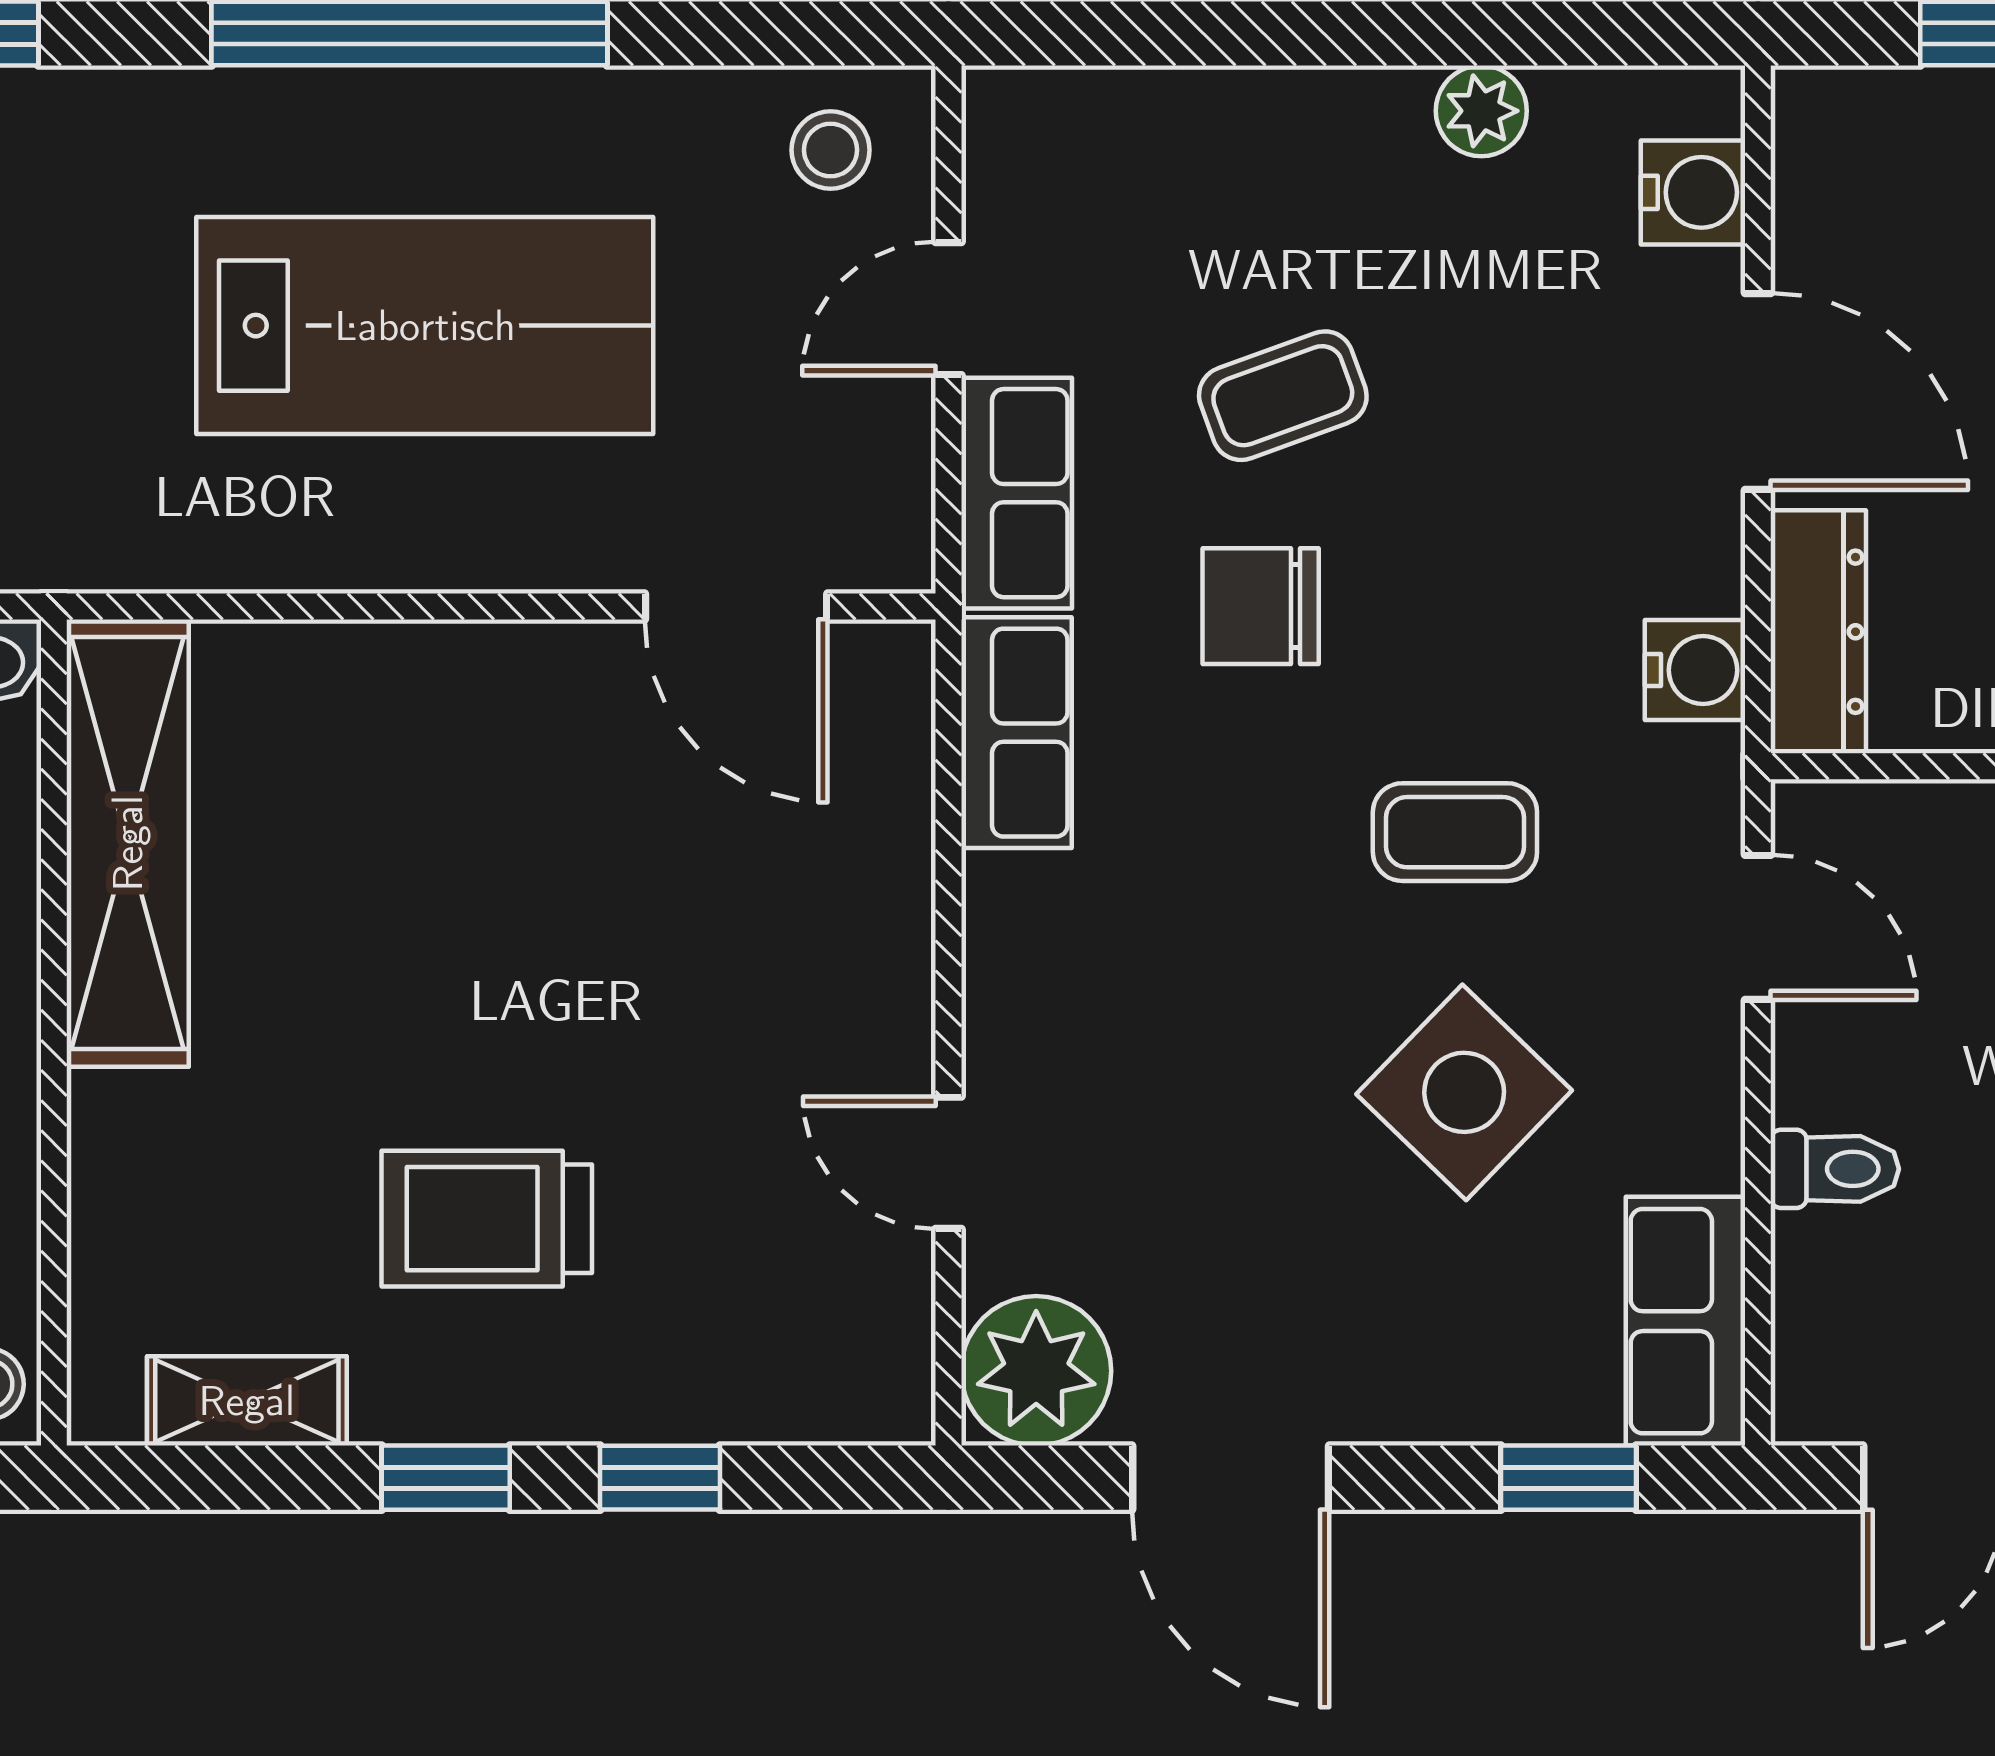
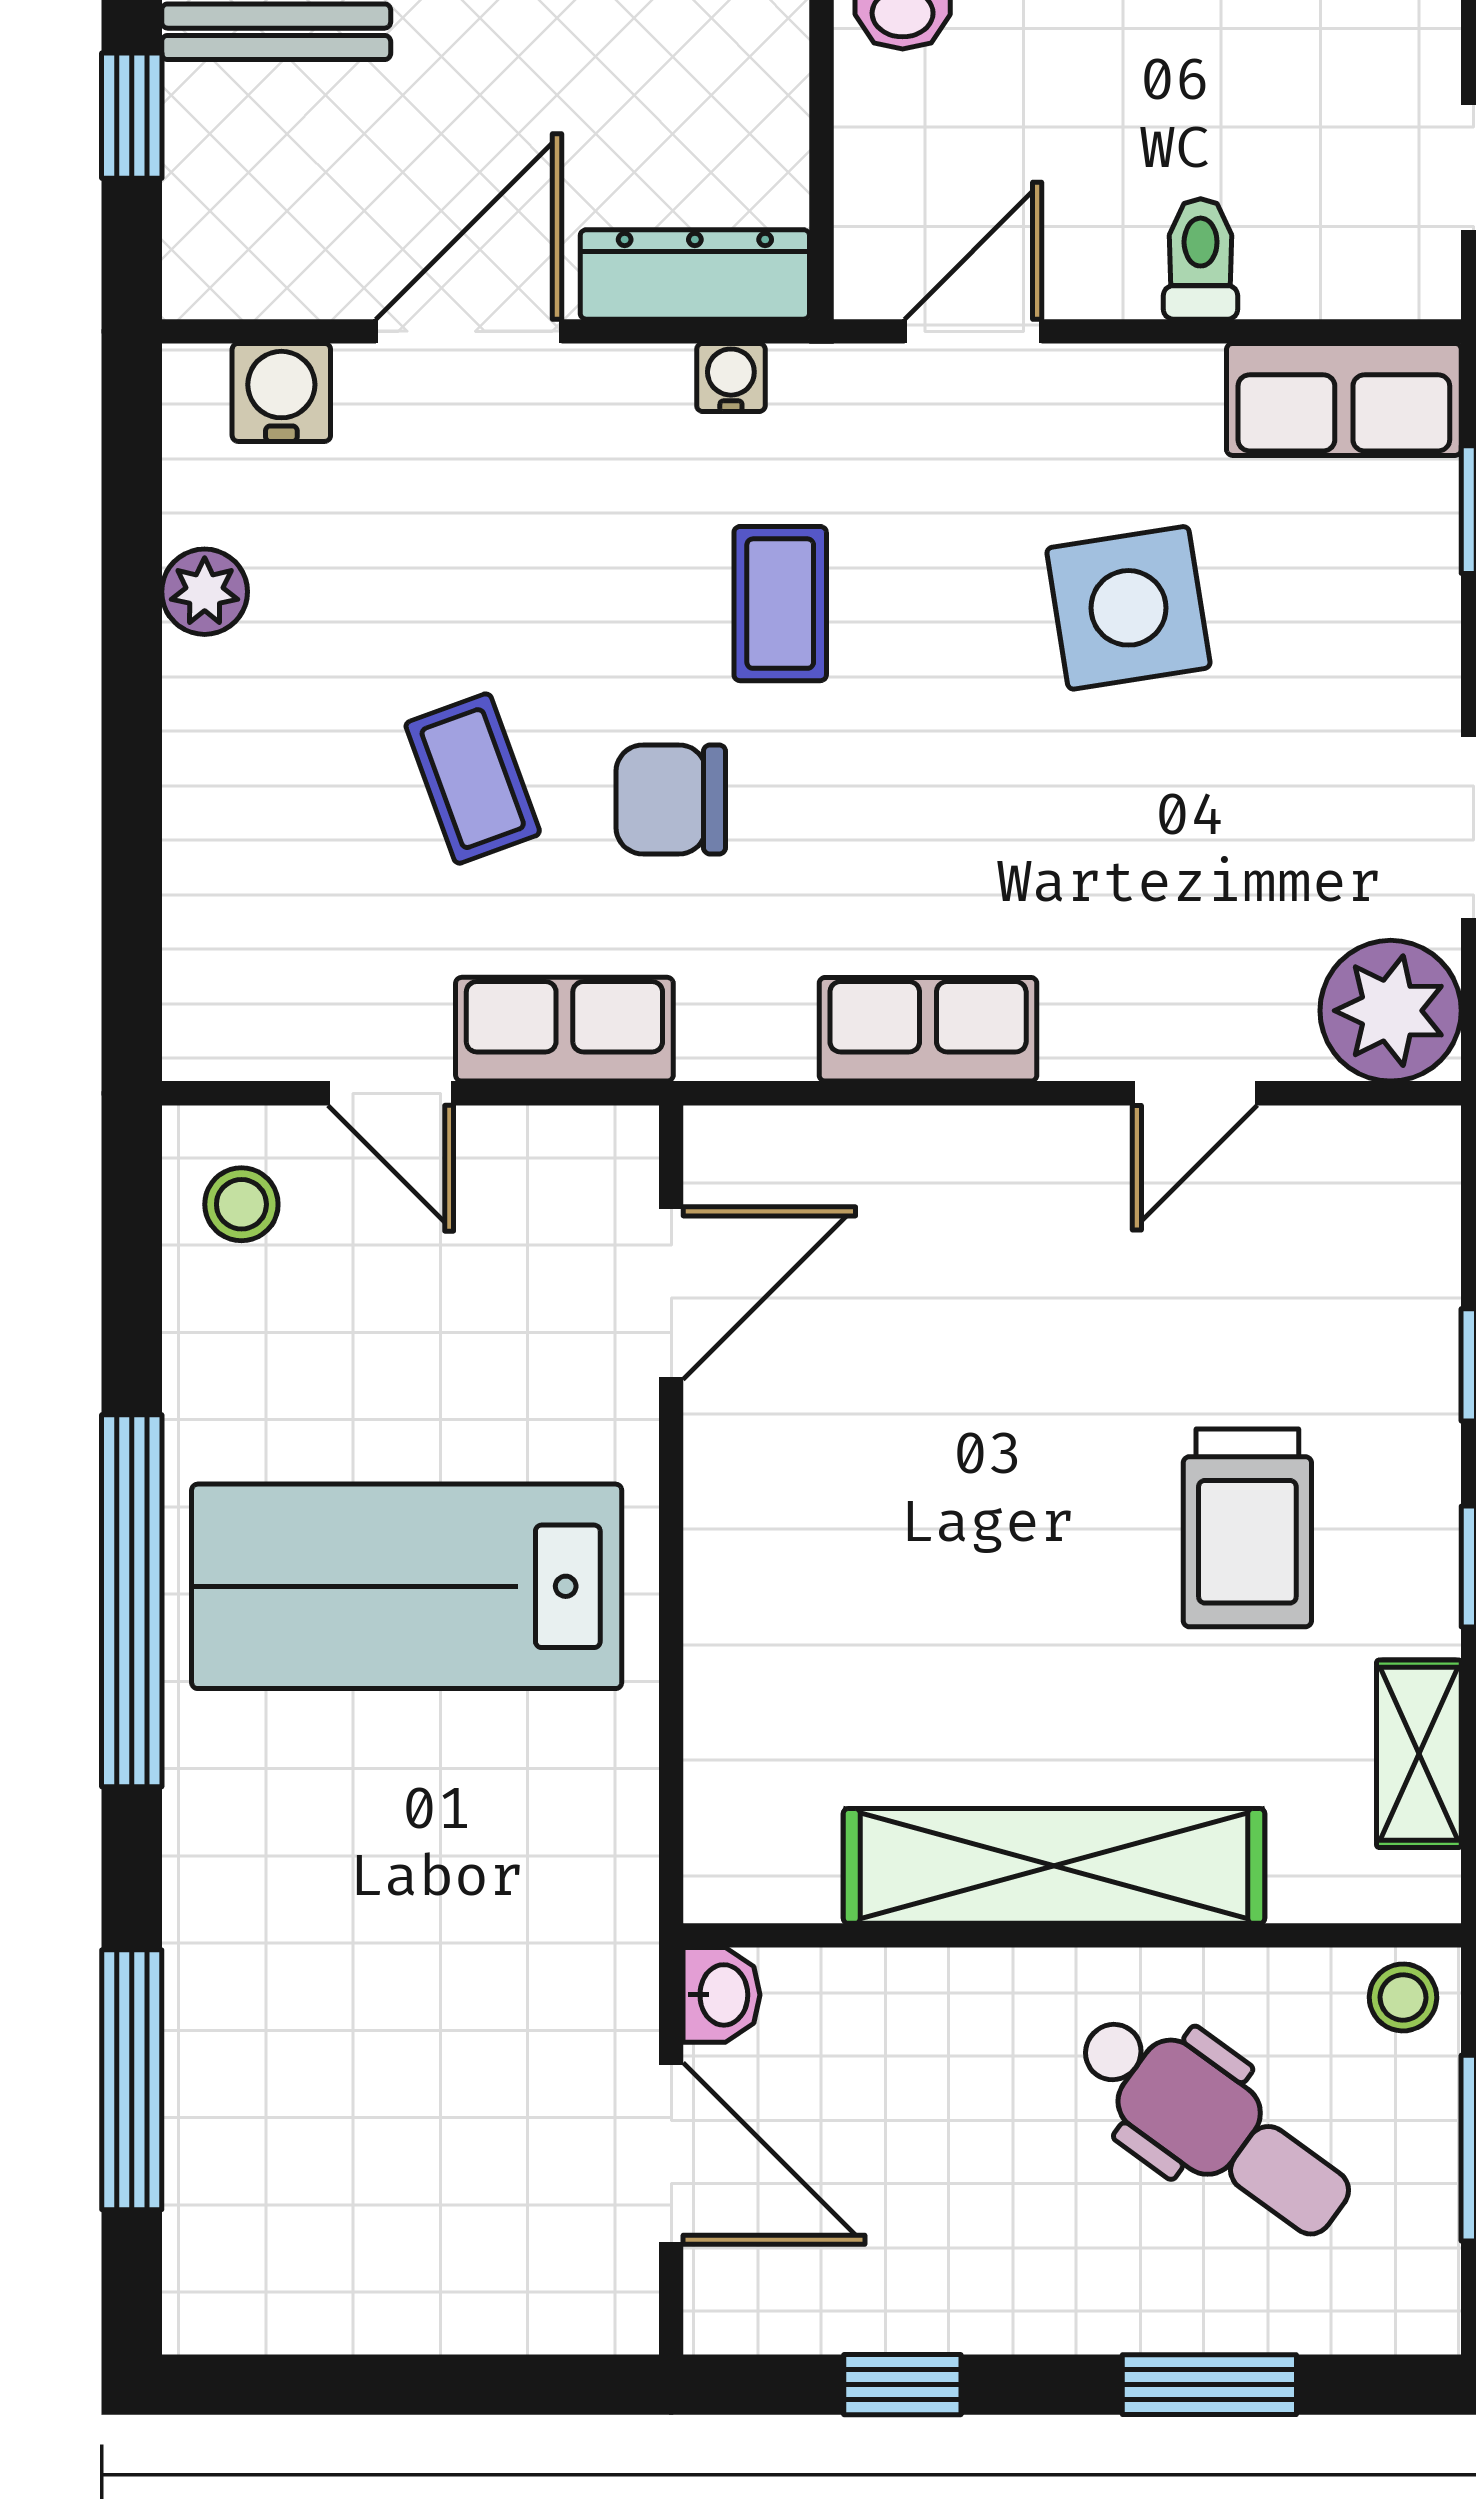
lab bench: (425, 326) -> (407, 1586), turned -90
chair: (1261, 606) -> (671, 799), turned 90
water cooler: (1695, 670) -> (731, 377), width x0.72, depth x0.72
row of seats: (1017, 733) -> (928, 1029), moved
coffee table: (1455, 832) -> (780, 604), moved
shelving: (128, 843) -> (1054, 1866), moved
side table: (1464, 1092) -> (1128, 608), turned 37

